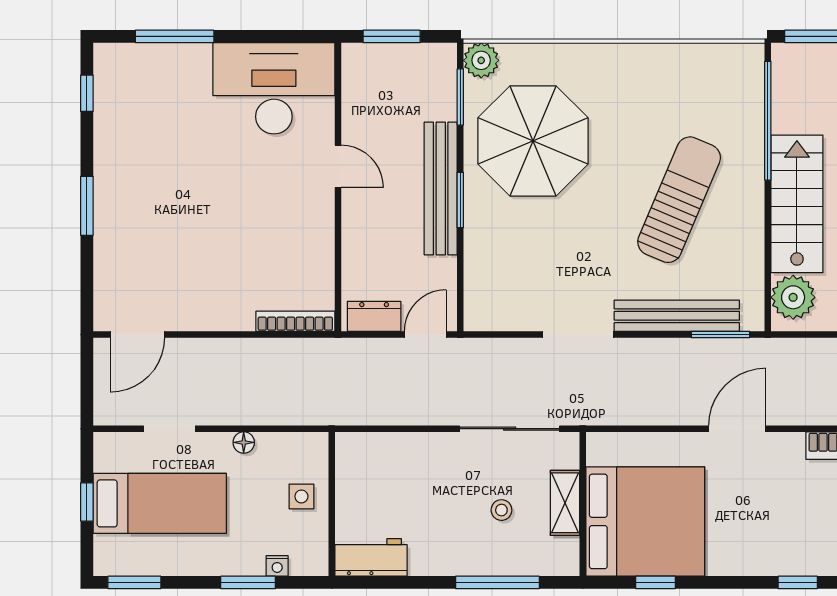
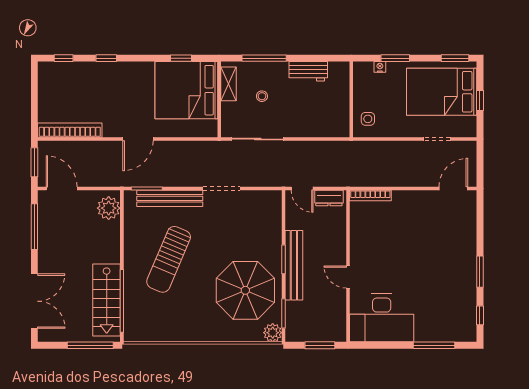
stairs: (797, 204) -> (107, 300), moved
window: (87, 206) -> (480, 272), moved
door: (425, 335) -> (302, 189), hinge flipped
floor lamp: (244, 442) -> (398, 132), removed
side table: (301, 496) -> (368, 119), moved
bed: (160, 503) -> (442, 92), width x1.50
shelving: (565, 503) -> (229, 84), moved
workbench: (371, 557) -> (308, 71), moved

